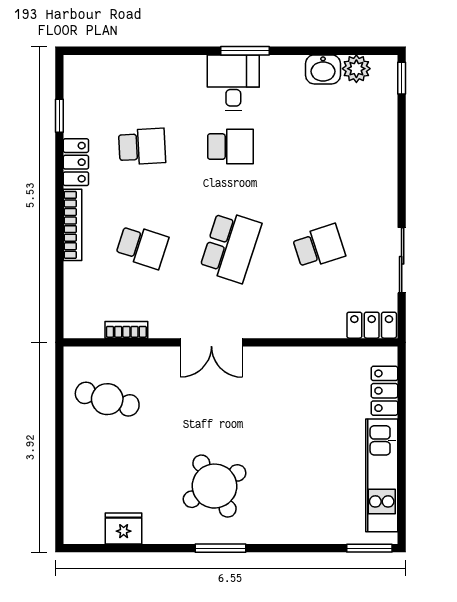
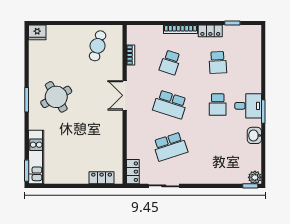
washbasin: (323, 69) -> (254, 135), moved
plant: (356, 69) -> (255, 177), moved
school desk: (319, 247) -> (170, 147), width x1.85
kitchen unit: (382, 475) -> (36, 157), moved, turned 90
fridge: (124, 529) -> (37, 32), moved, turned 90

